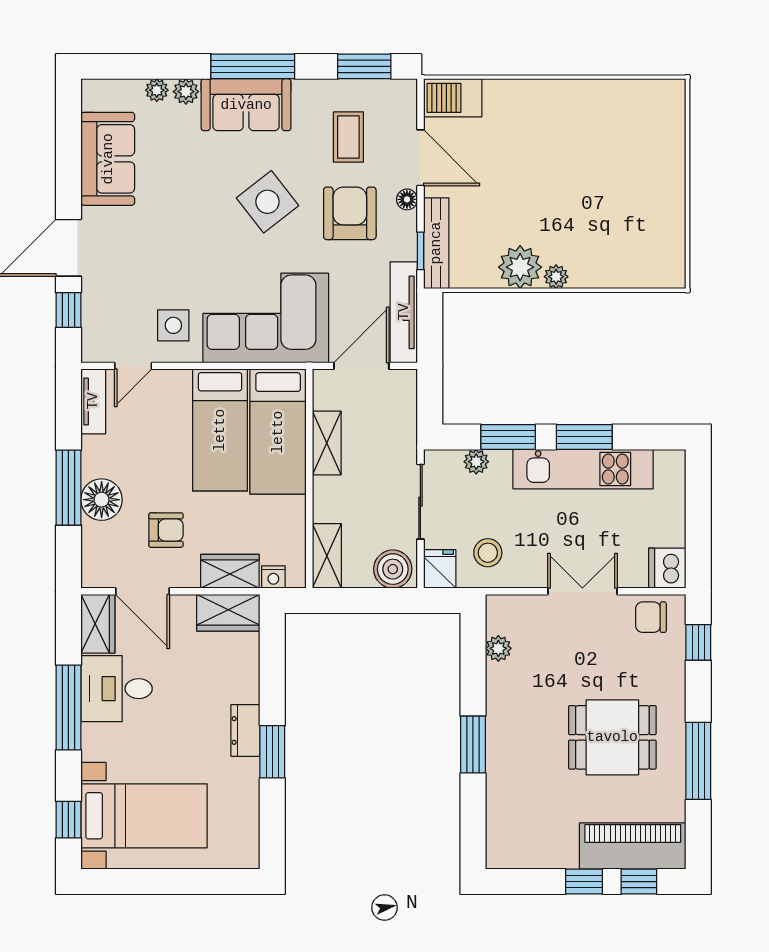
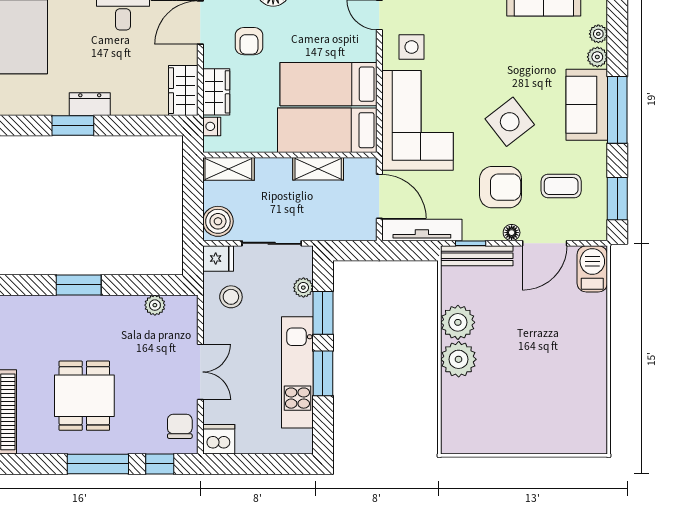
plant: (556, 277) -> (459, 359), width x1.87, depth x1.87
window: (698, 761) -> (98, 464), moved

